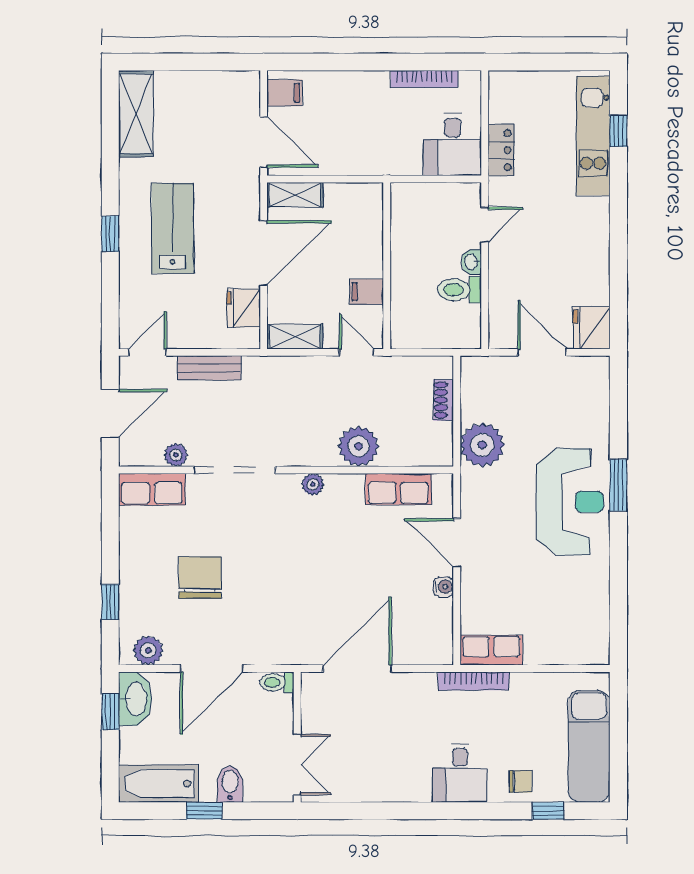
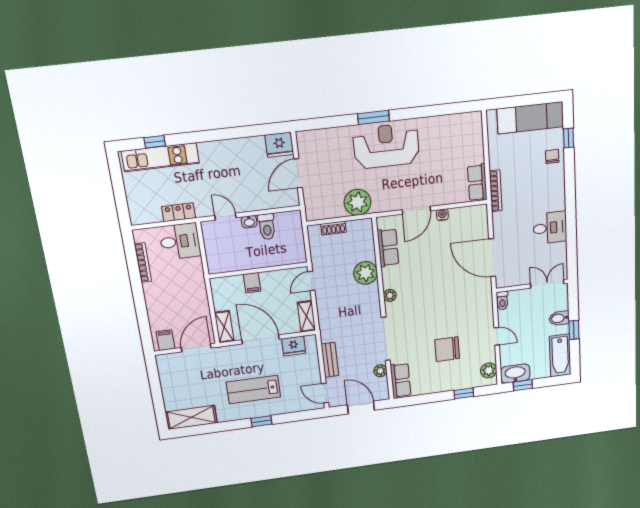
filing cabinet: (367, 292) -> (252, 283), moved
door: (212, 669) -> (497, 336), width x0.53
desk: (460, 773) -> (550, 228), moved

